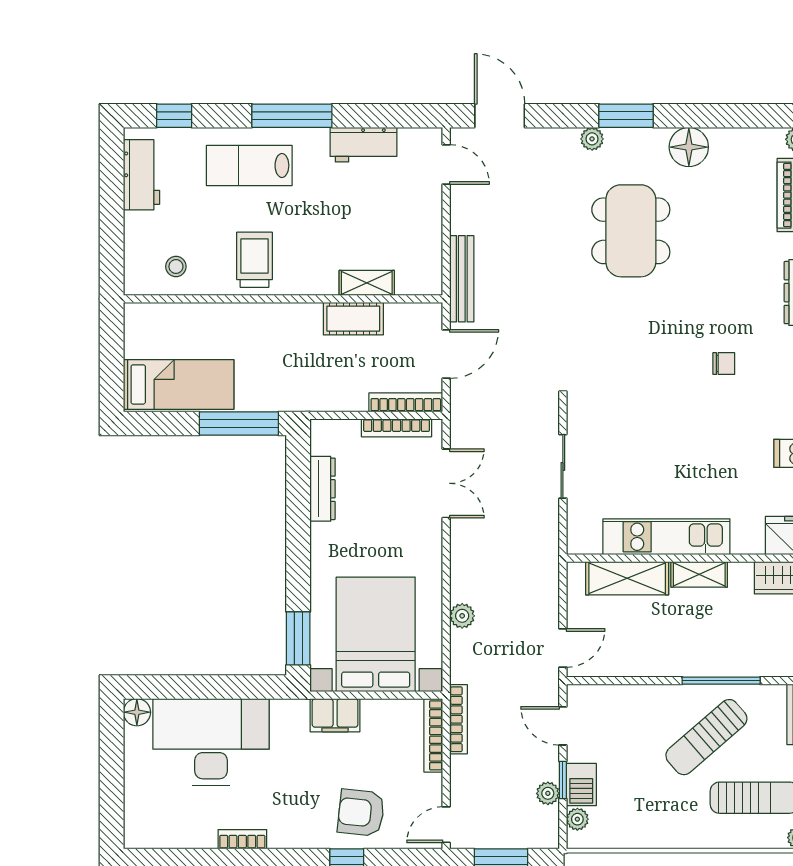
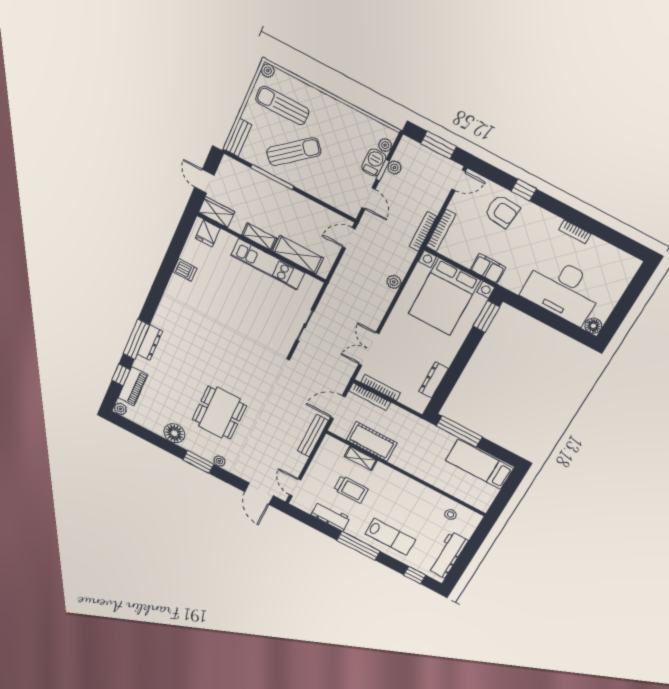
workbench: (141, 175) -> (448, 555), width x1.38
trolley: (254, 260) -> (351, 489), moved, turned -90
cot: (353, 319) -> (372, 442), width x1.37, depth x1.34
chair: (724, 364) -> (201, 330), removed

